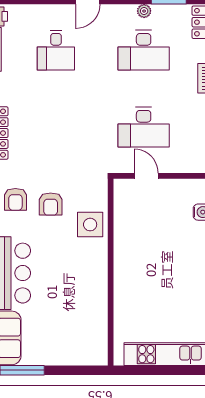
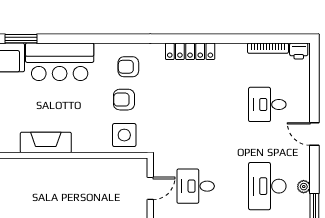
desk: (144, 127) -> (196, 186), width x0.73
side table: (90, 225) -> (124, 135), moved
fireplace: (97, 288) -> (46, 142), added

